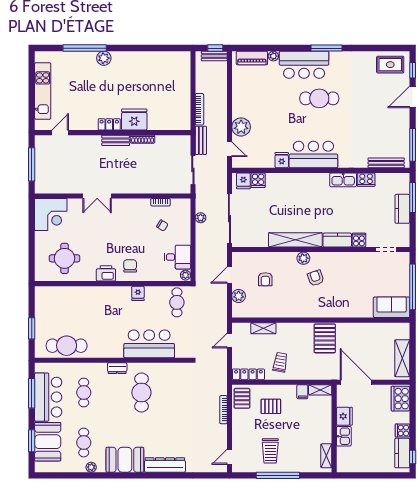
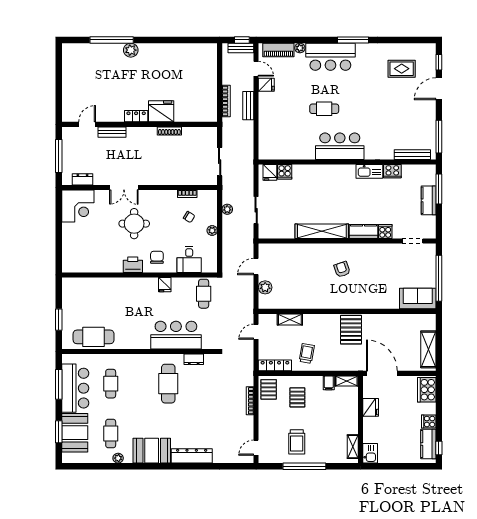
rug: (390, 65) -> (402, 69), moved
kitchen unit: (43, 91) -> (70, 83), removed
cafe table: (319, 98) -> (324, 109), moved, width x0.73, depth x0.74
plant: (241, 127) -> (268, 119), removed
bench: (116, 140) -> (112, 132), moved
bench: (201, 140) -> (248, 106), moved
door: (229, 149) -> (256, 69), moved
fridge: (282, 160) -> (266, 85), moved, turned 90
dresser: (55, 188) -> (82, 179), added
sliding door: (229, 219) -> (256, 210), width x0.54
desk: (178, 257) -> (189, 260), moved, turned 90
round table: (65, 258) -> (134, 224), moved
plant: (303, 258) -> (330, 250), removed
plant: (185, 275) -> (212, 230), moved
armchair: (265, 279) -> (292, 271), removed
dresser: (117, 368) -> (194, 359), moved
pallet: (271, 406) -> (297, 397), turned 90
kitchen sink: (344, 436) -> (370, 453), moved

